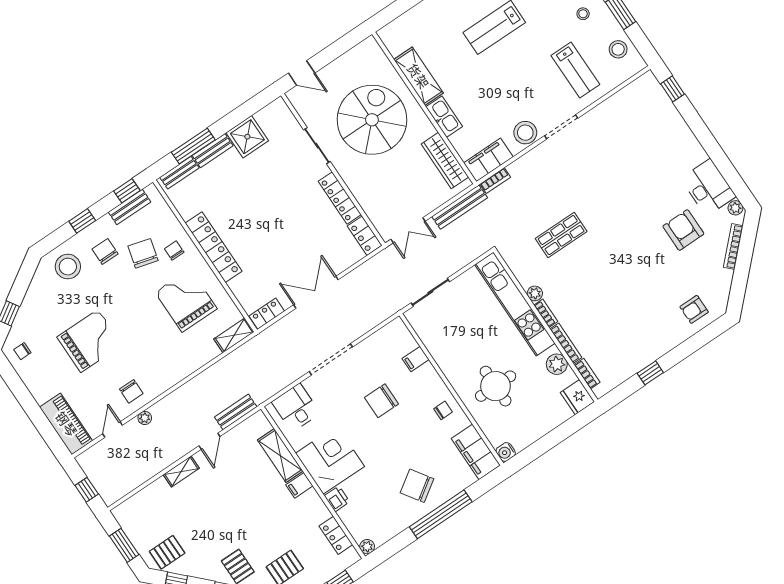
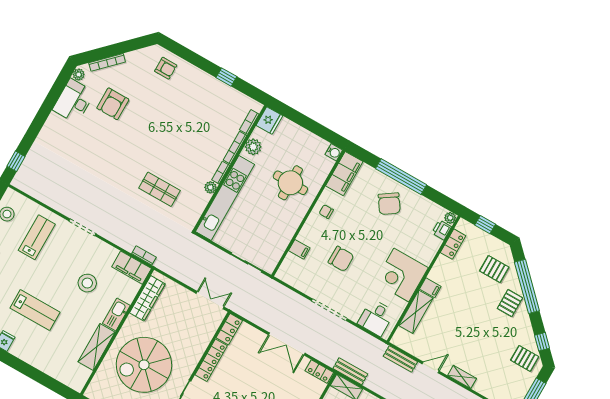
stool: (525, 133) -> (87, 283), moved
bench: (460, 207) -> (350, 371), moved, width x0.73
printer: (337, 499) -> (442, 230), moved

